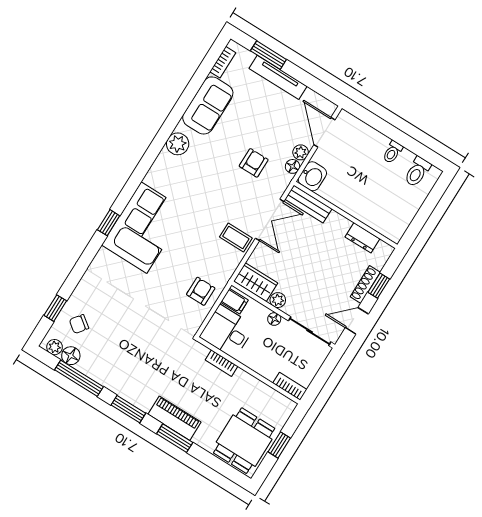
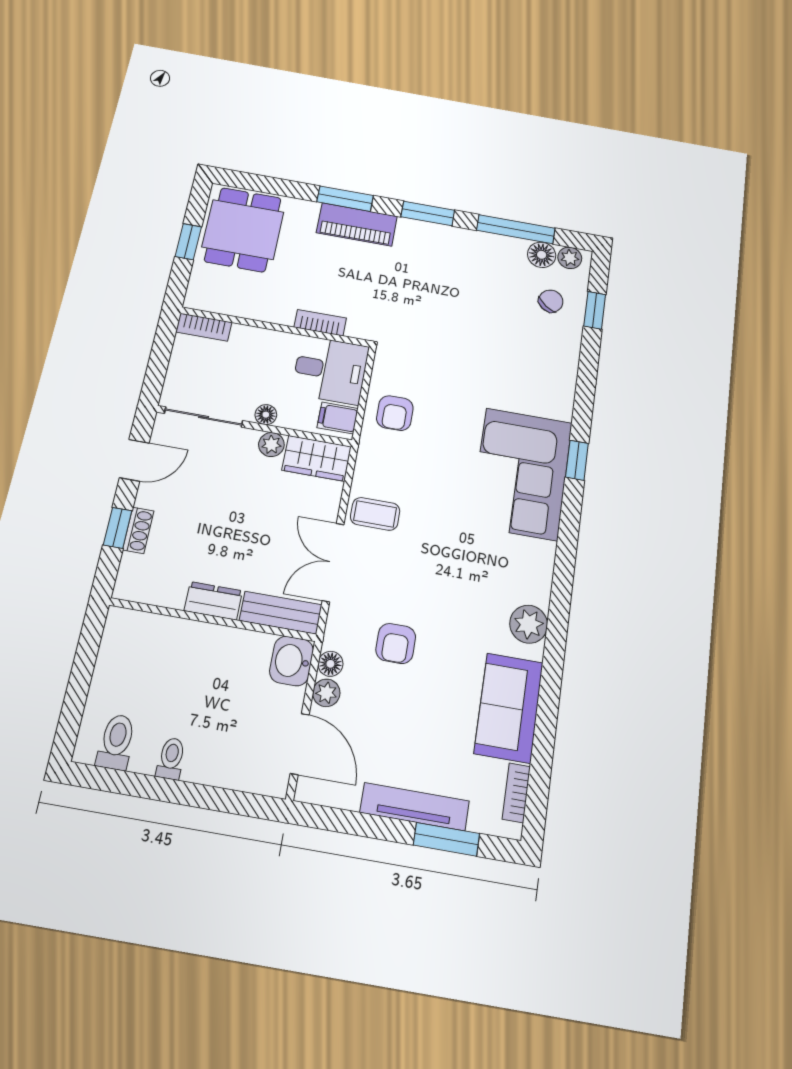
dresser: (362, 238) -> (213, 601), moved
shoe rack: (365, 285) -> (138, 530), width x0.70

